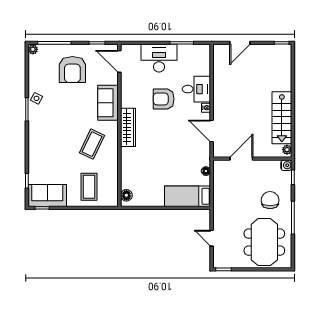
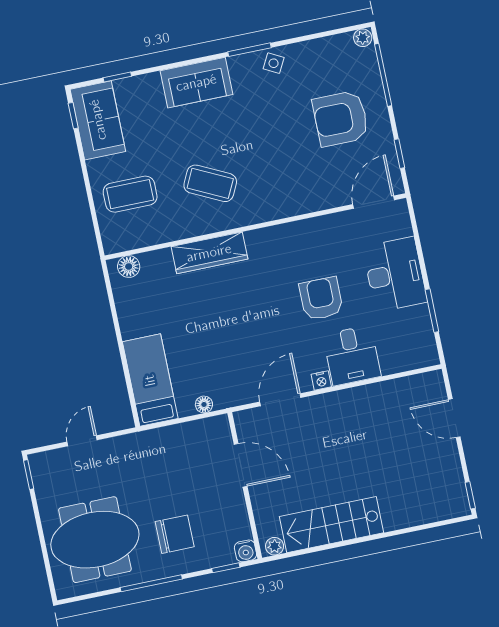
sofa: (108, 103) -> (196, 83), moved, turned 180
wardrobe: (128, 127) -> (209, 253), moved

